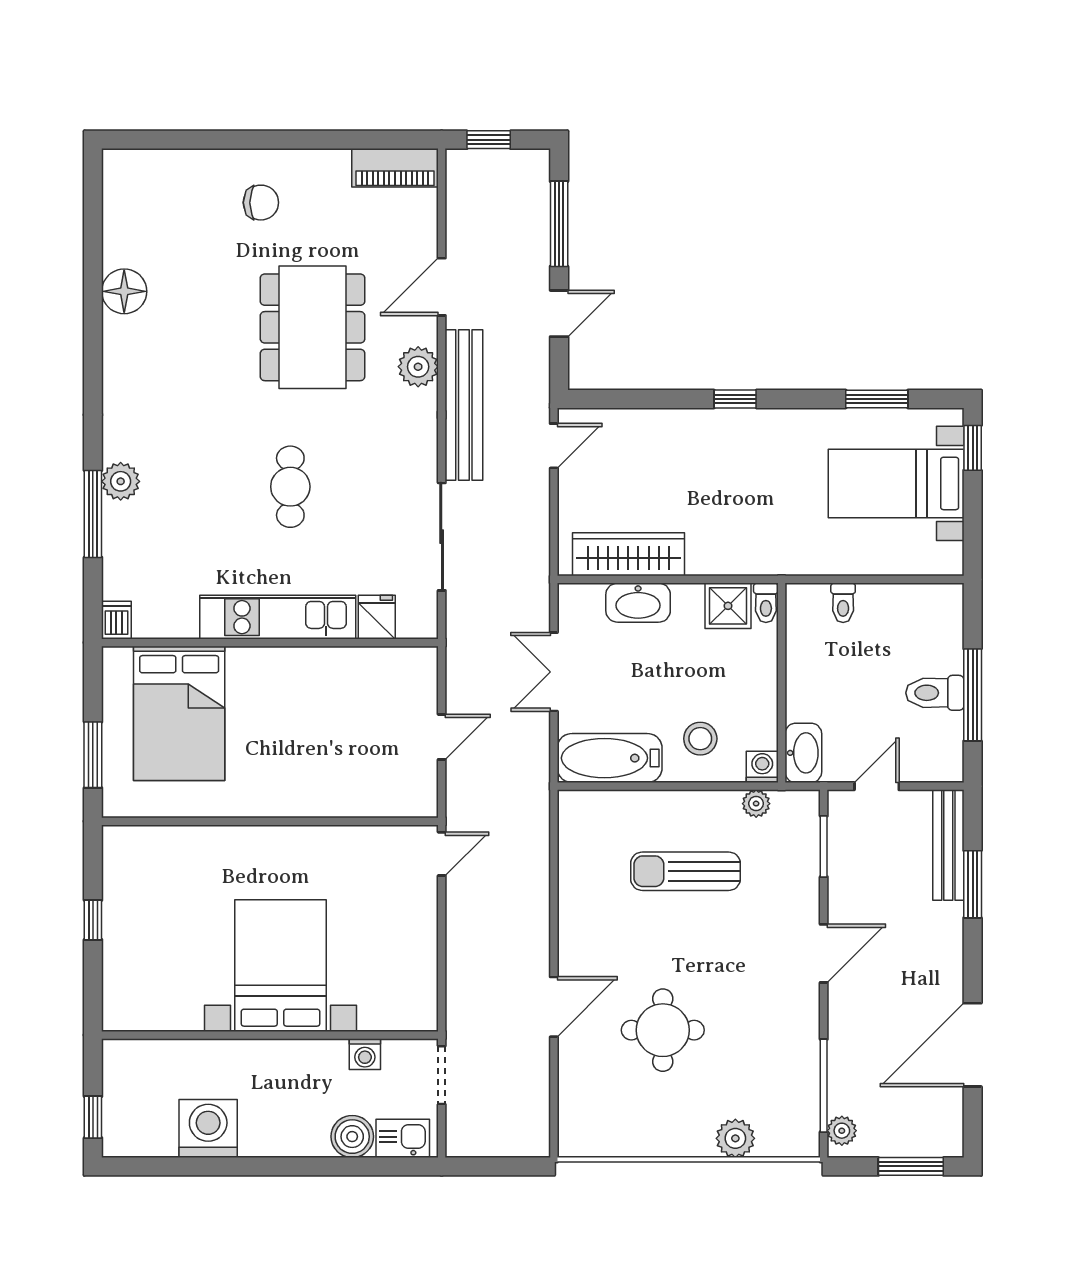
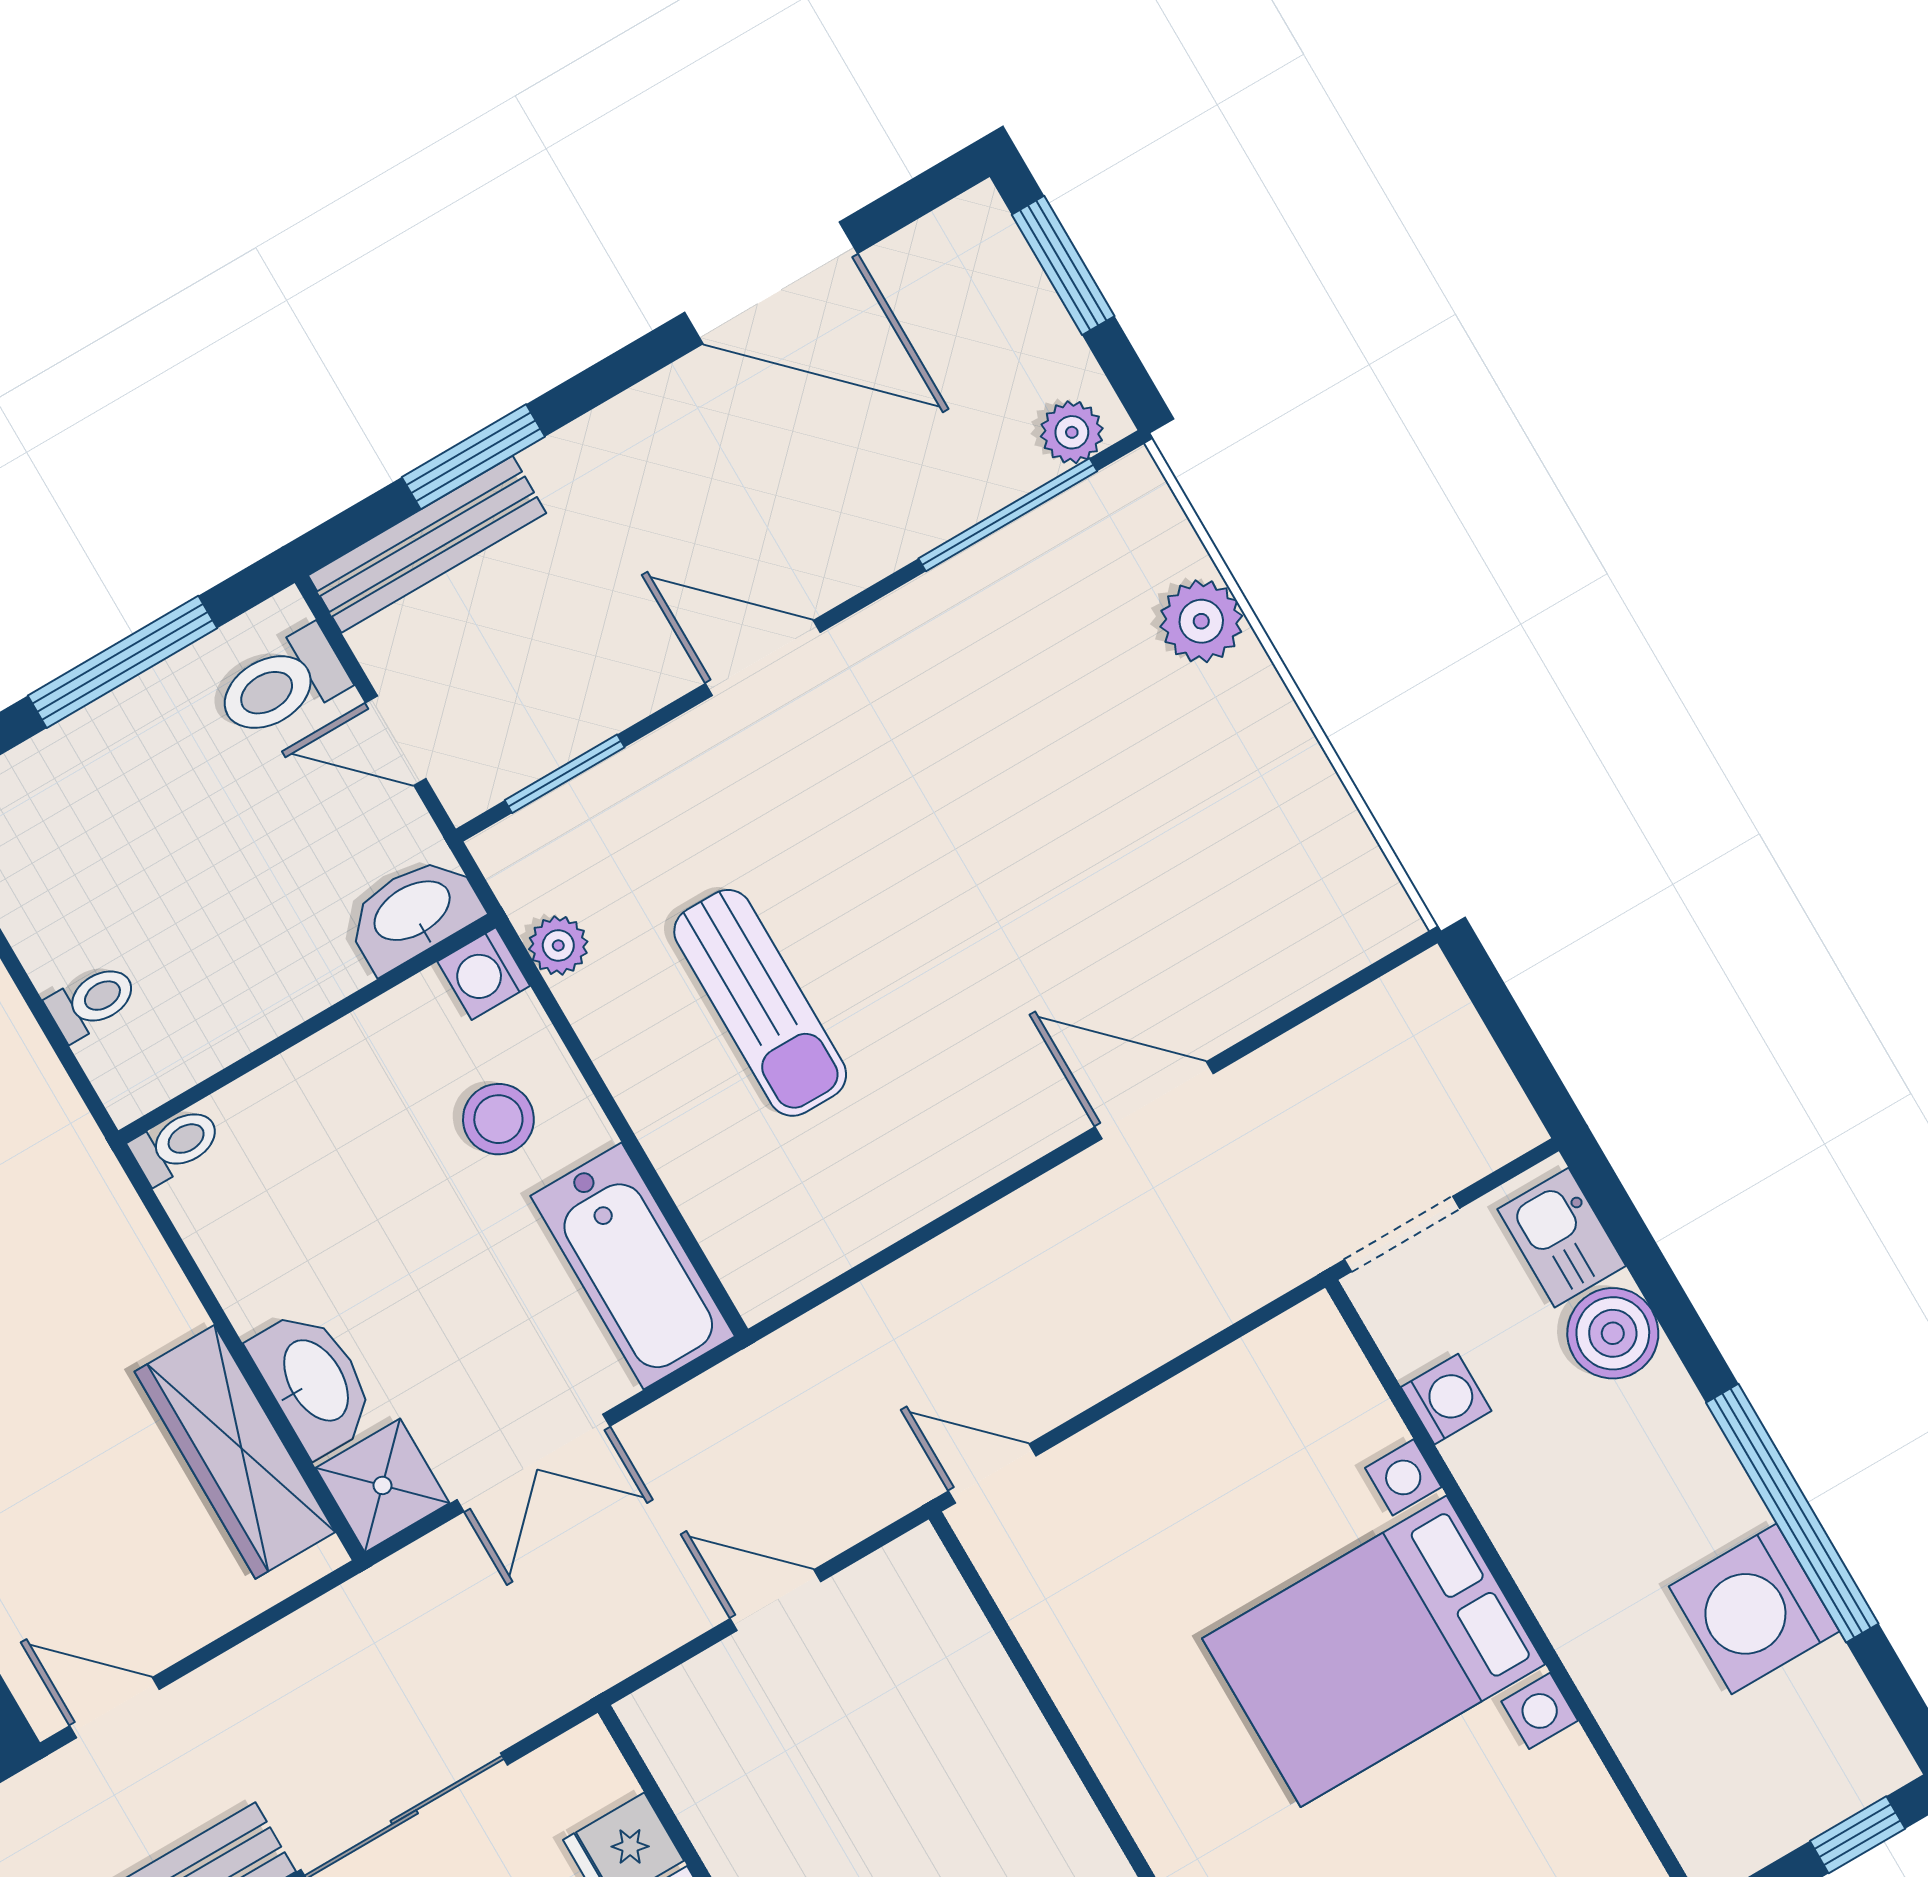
shower: (728, 606) -> (382, 1485), moved
toilet: (935, 693) -> (282, 684), moved, turned 90
round table: (663, 1030) -> (1079, 873), removed
window: (238, 1166) -> (1792, 1513), added

